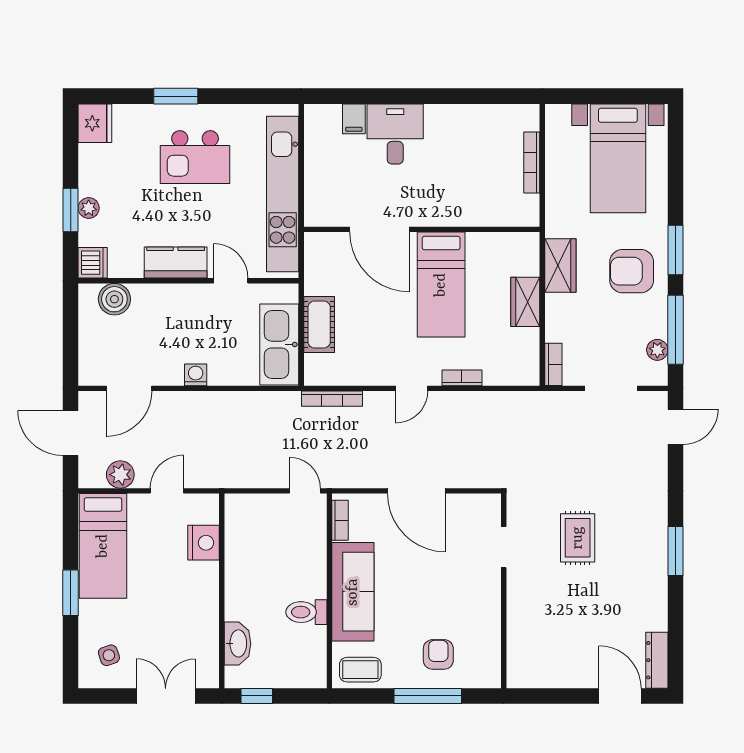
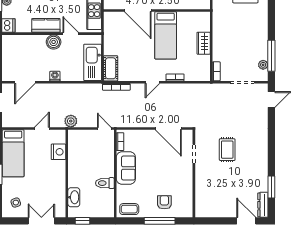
window: (675, 250) -> (271, 20), removed
wardrobe: (560, 265) -> (219, 27), removed
armchair: (632, 271) -> (252, 29), removed
boiler: (114, 299) -> (54, 42), moved
cot: (319, 325) -> (111, 68), moved
plant: (120, 475) -> (71, 121), moved
door: (416, 491) -> (168, 128), moved
window: (675, 551) -> (271, 187), moved
sofa: (353, 592) -> (126, 168), width x0.73

